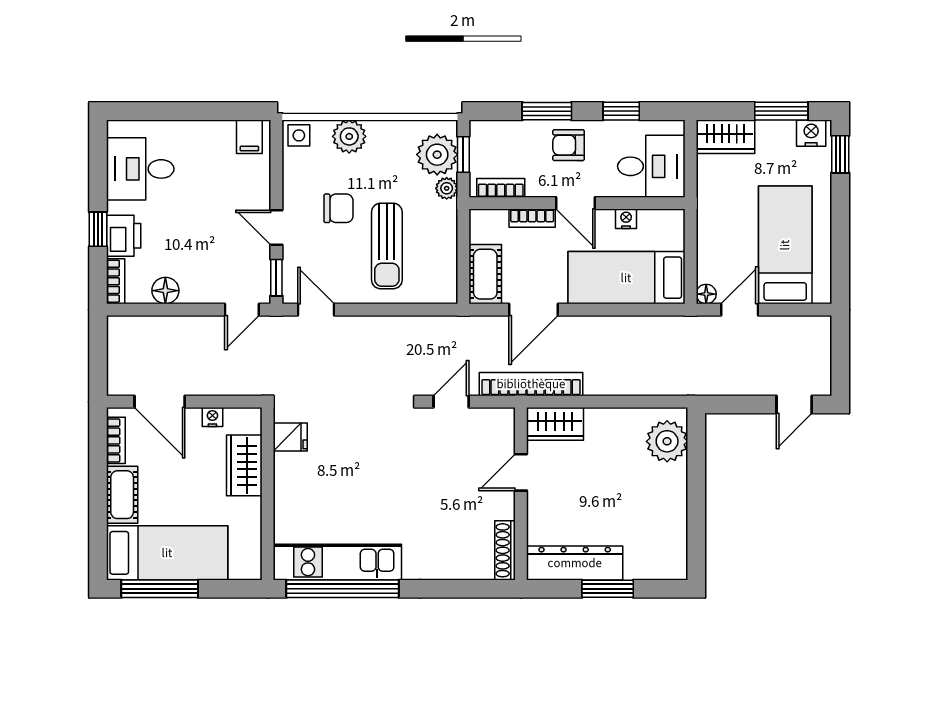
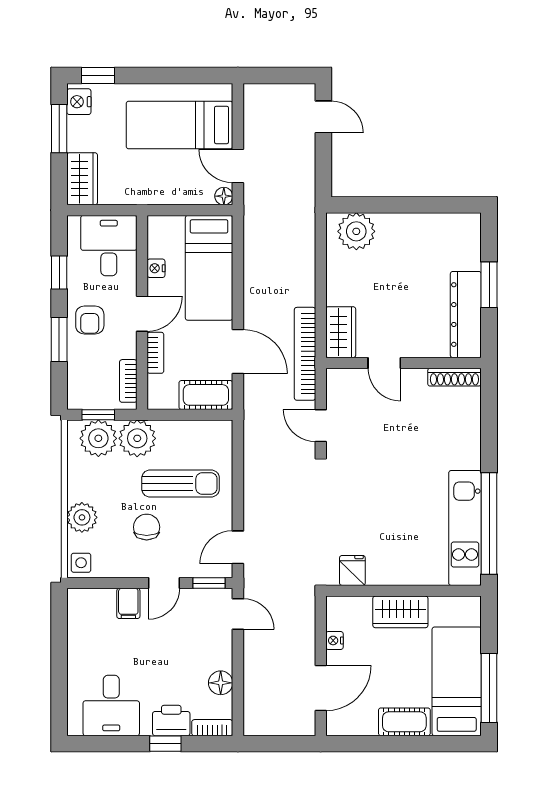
filing cabinet: (249, 137) -> (128, 603), moved, turned 90
plant: (447, 188) -> (137, 438), width x1.88, depth x1.88
bookcase: (116, 440) -> (356, 727), removed
wardrobe: (244, 465) -> (400, 612), moved

